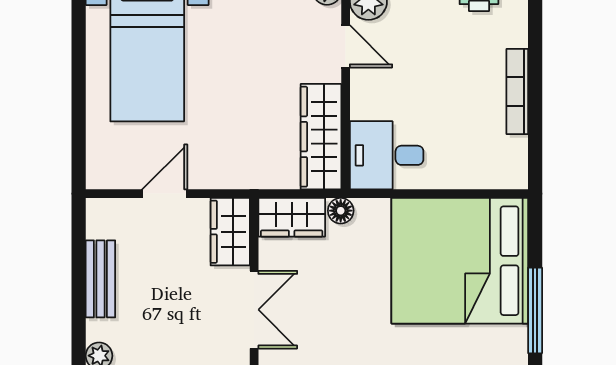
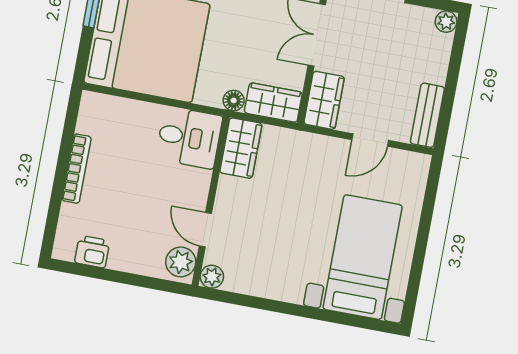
wardrobe: (321, 137) -> (241, 148), width x0.67
bench: (100, 279) -> (427, 115), moved

